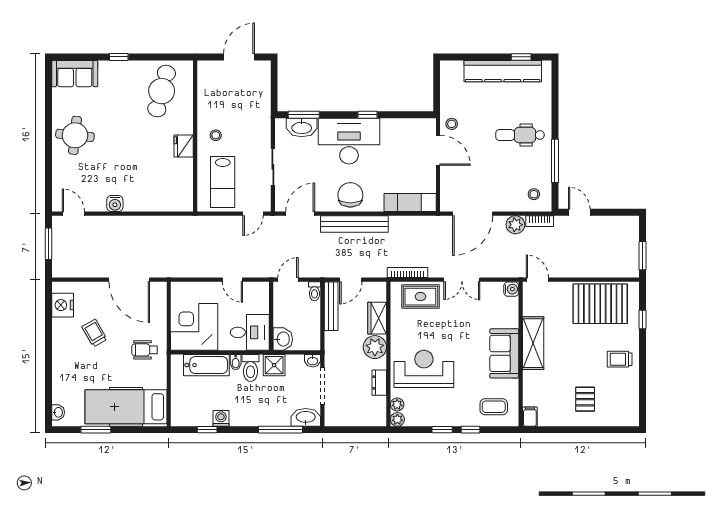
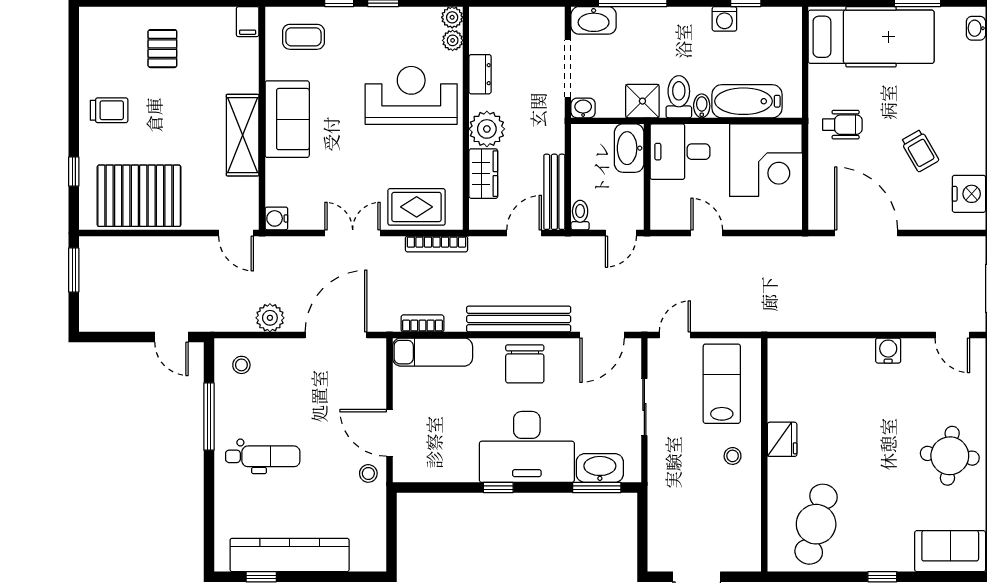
bookcase: (540, 221) -> (422, 323), moved
washbasin: (283, 339) -> (629, 148), width x1.38
reception desk: (424, 369) -> (411, 95), turned 180

